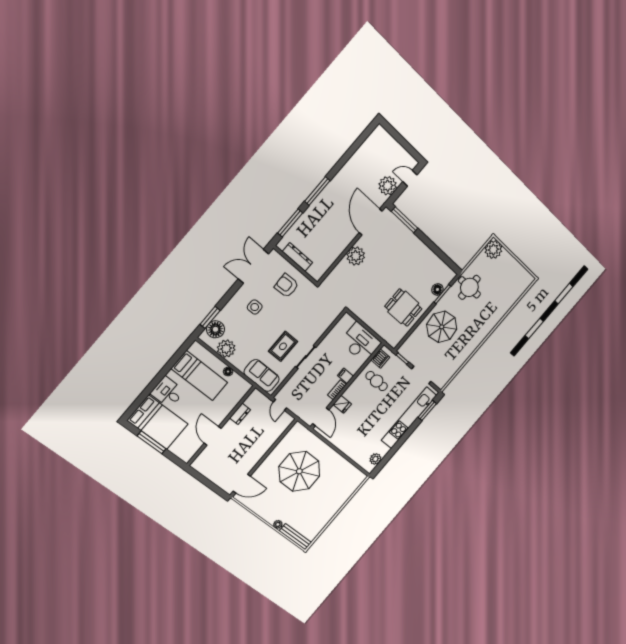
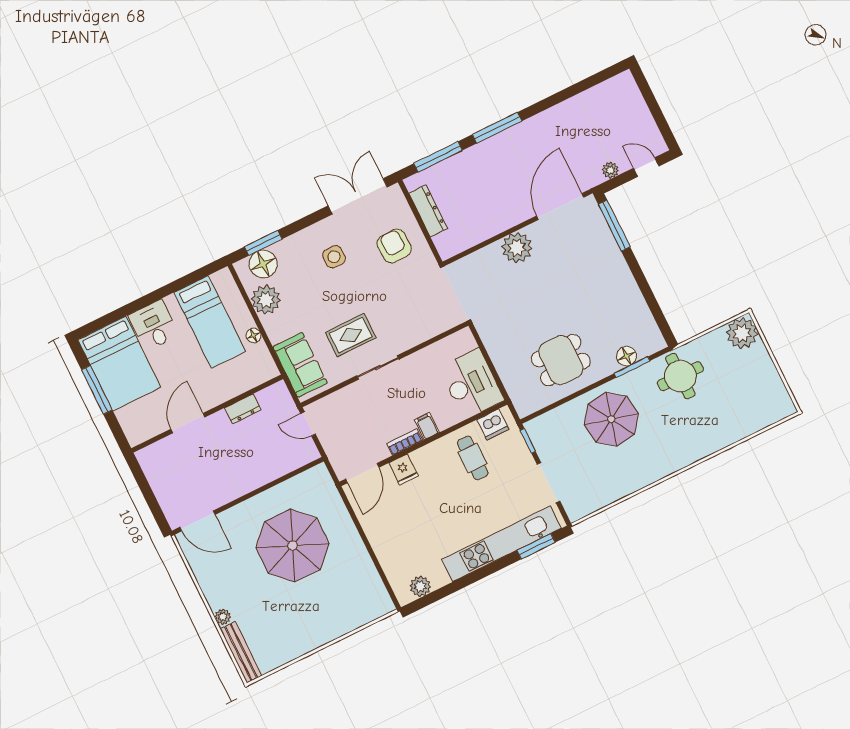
plant: (388, 186) -> (610, 170), width x0.53, depth x0.53
dining table: (403, 308) -> (561, 360), turned 90
door: (280, 405) -> (308, 424), hinge flipped

